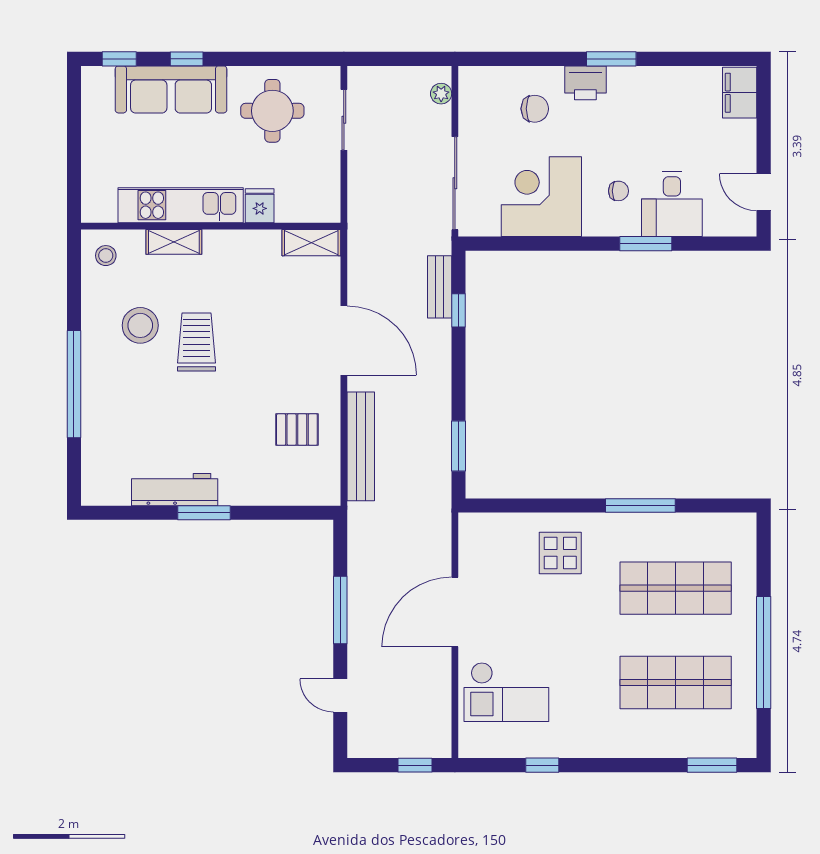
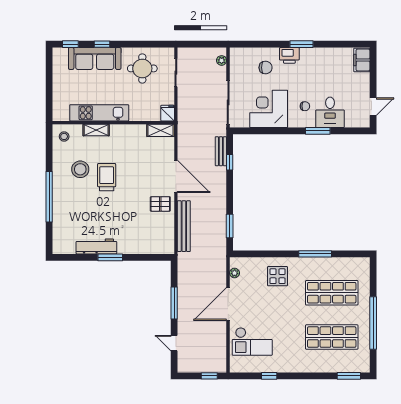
door: (764, 192) -> (373, 107), swing flipped
fridge: (260, 206) -> (168, 113), moved
pallet: (297, 430) -> (160, 204), moved
plant: (469, 546) -> (235, 273), added

